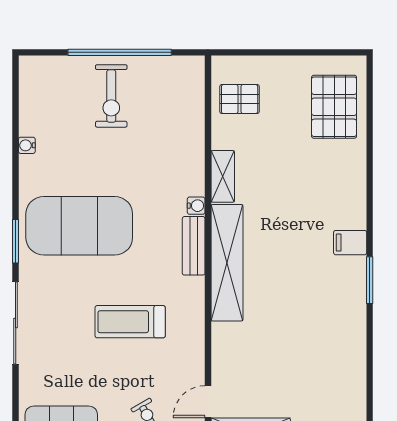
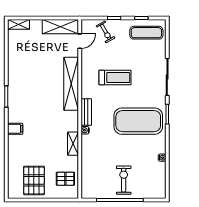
pallet: (334, 107) -> (34, 180), moved
filing cabinet: (350, 243) -> (15, 129), moved
shelving: (227, 263) -> (71, 84), moved

